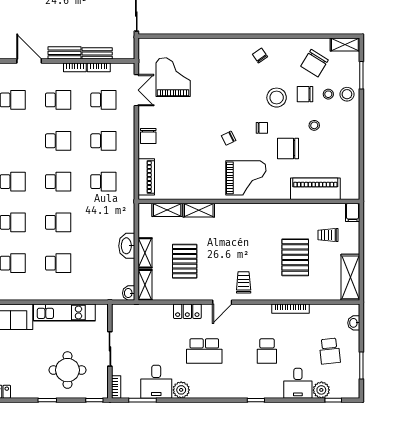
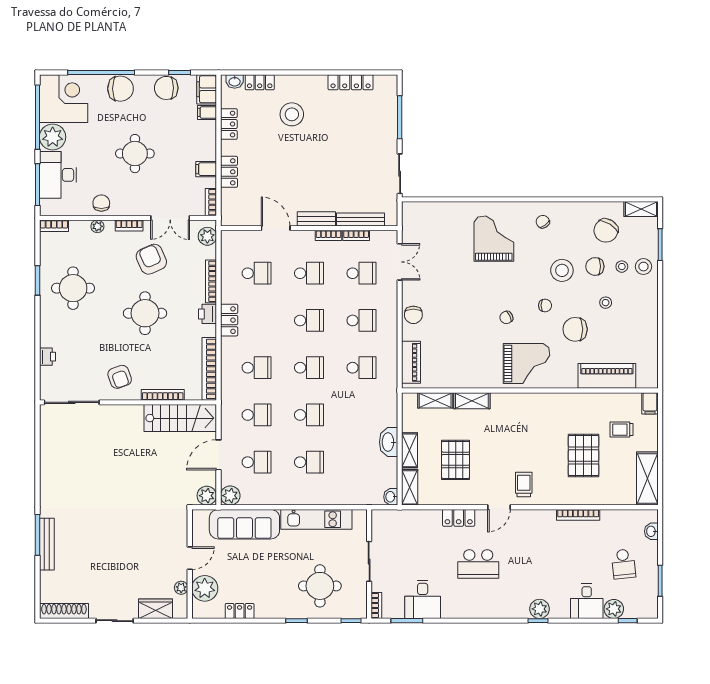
bench: (97, 53) -> (361, 219), width x1.36
grand piano: (173, 77) -> (494, 239), moved
school desk: (267, 351) -> (551, 564), removed
plant: (181, 390) -> (540, 609), moved

